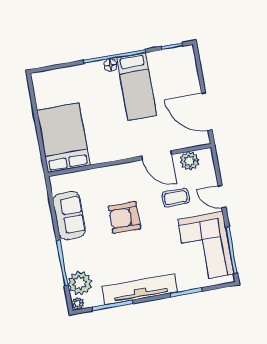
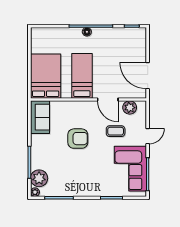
bed: (137, 87) -> (82, 76), moved, turned 180
door: (222, 197) -> (148, 136), swing flipped
sofa: (69, 215) -> (40, 117), moved
armchair: (124, 218) -> (78, 139), turned 180
tv unit: (140, 289) -> (80, 190), removed

